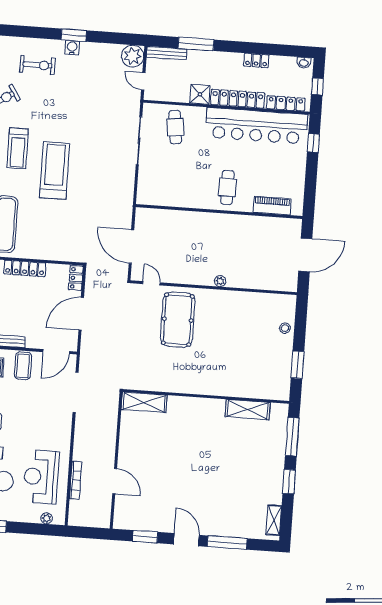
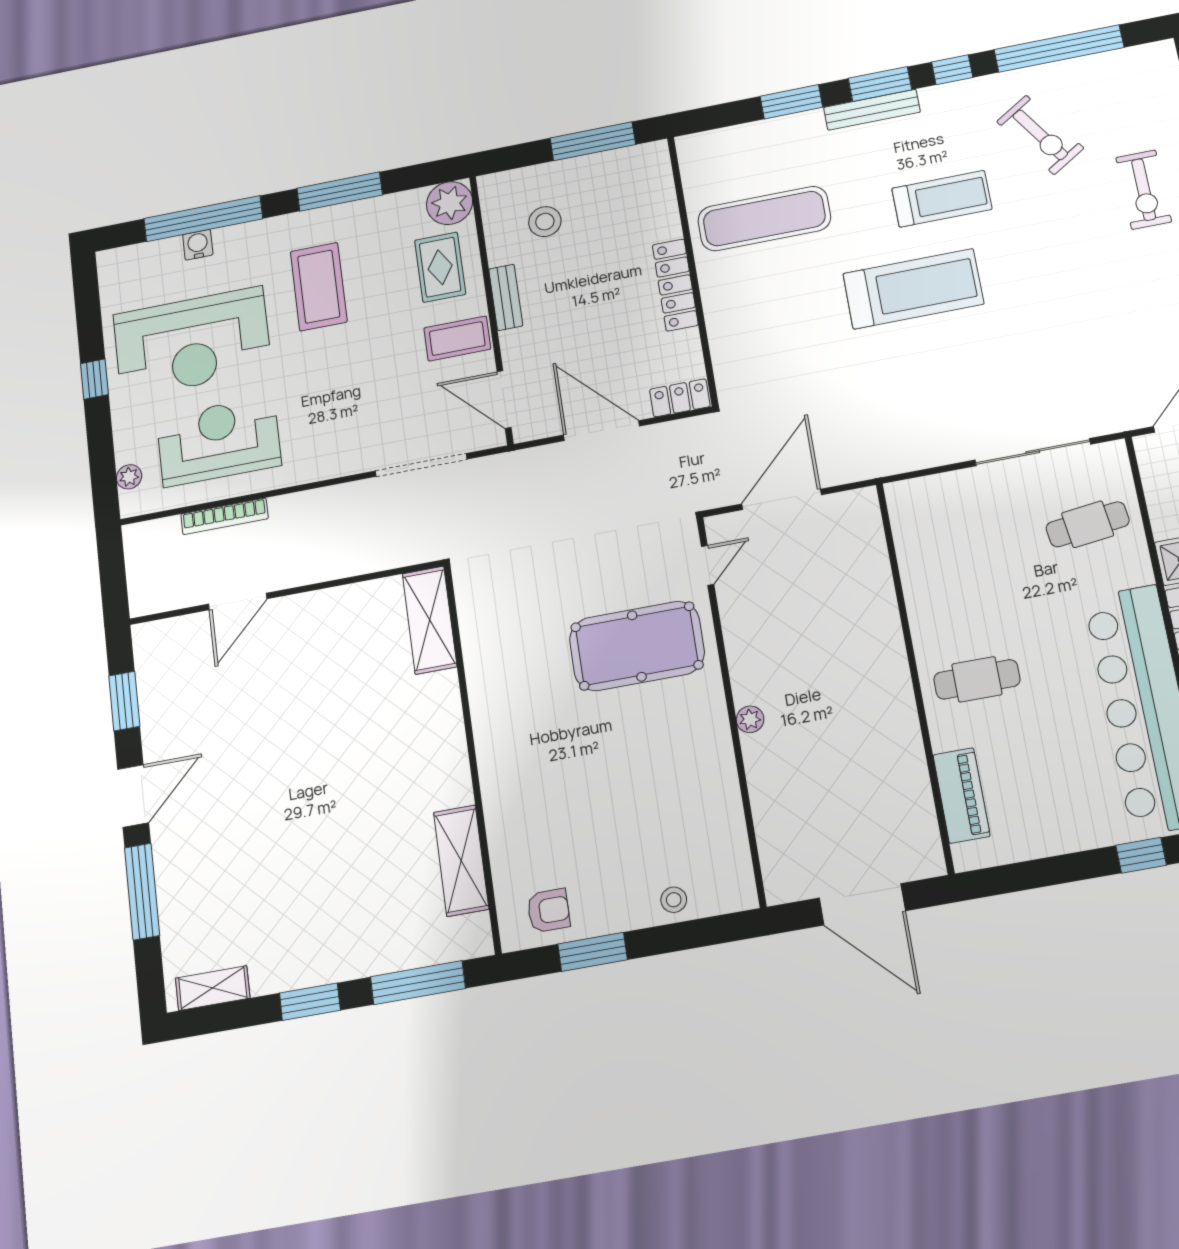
treadmill: (18, 148) -> (942, 199), turned 180
armchair: (277, 379) -> (548, 911), added

